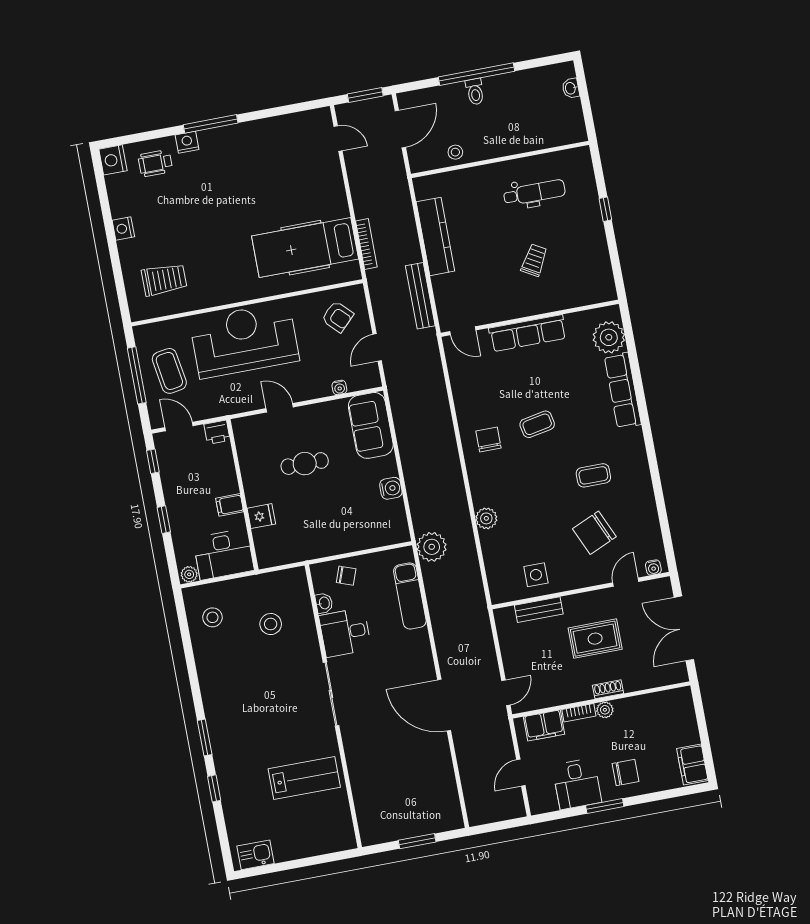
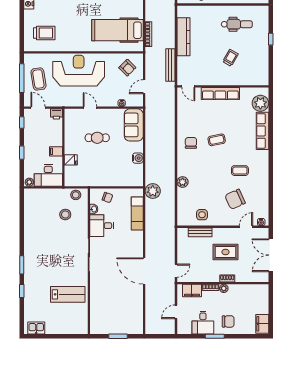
stool: (212, 617) -> (76, 195), moved

